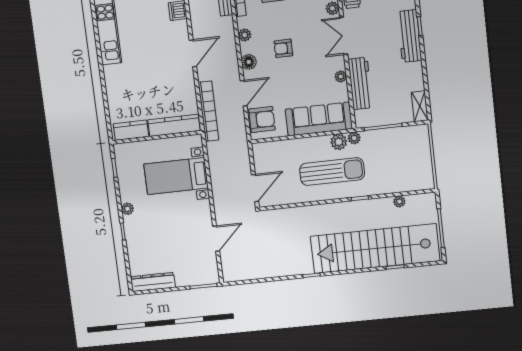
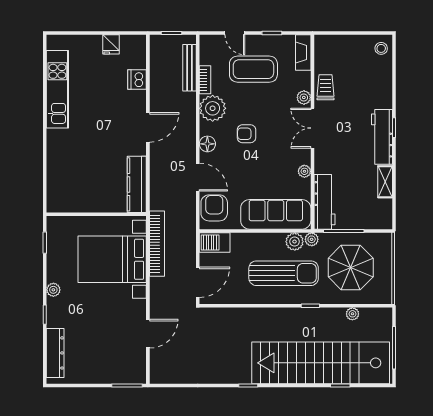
plant: (245, 35) -> (213, 108), width x1.88, depth x1.88
workbench: (360, 83) -> (324, 202), moved
door: (244, 93) -> (198, 177), hinge flipped
shelving: (420, 106) -> (385, 182), moved
bookcase: (208, 111) -> (157, 244), moved
armchair: (262, 120) -> (214, 208), turned -90
kitchen counter: (174, 125) -> (137, 184), moved, turned -90
kitchen counter: (131, 130) -> (69, 203), removed
barbecue: (266, 151) -> (215, 242), added
parasol: (393, 160) -> (351, 267), added
bed with nightstands: (176, 176) -> (112, 259), width x1.36
dresser: (153, 282) -> (55, 353), moved, turned 90

